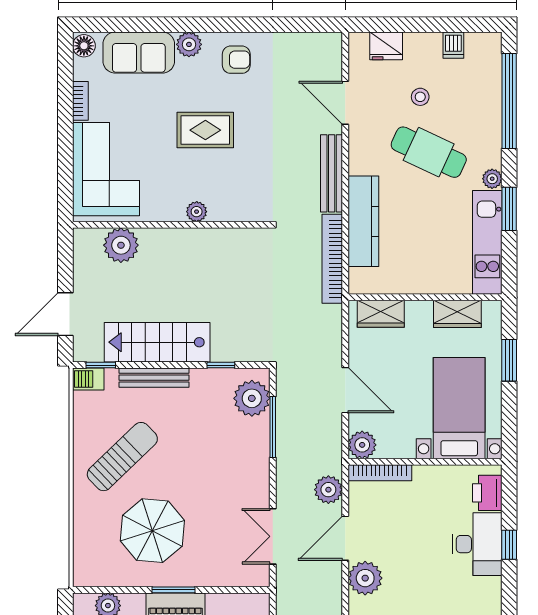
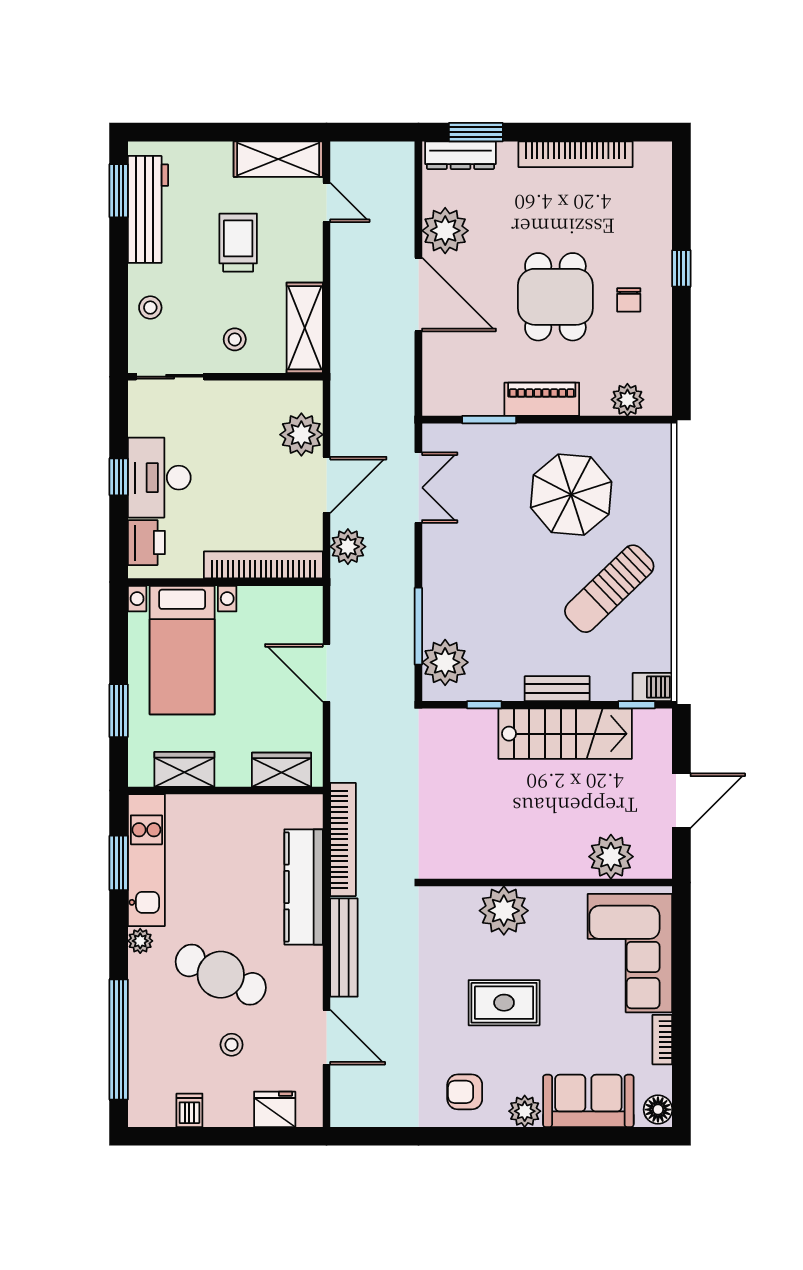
window: (509, 209) -> (119, 863), moved
plant: (197, 212) -> (504, 911), width x1.87, depth x1.87
door: (65, 314) -> (681, 801), moved
bench: (154, 378) -> (557, 689), width x0.73
plant: (362, 445) -> (305, 603), removed
bookcase: (380, 473) -> (263, 565), width x1.48, depth x1.31
window: (174, 590) -> (489, 420), moved

